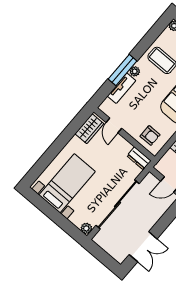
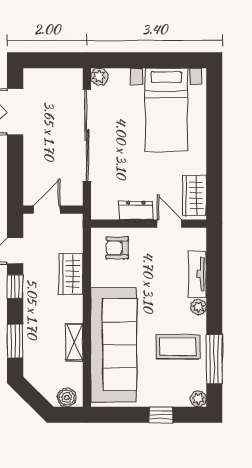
window: (123, 70) -> (214, 359), moved
dresser: (139, 158) -> (136, 210), moved

